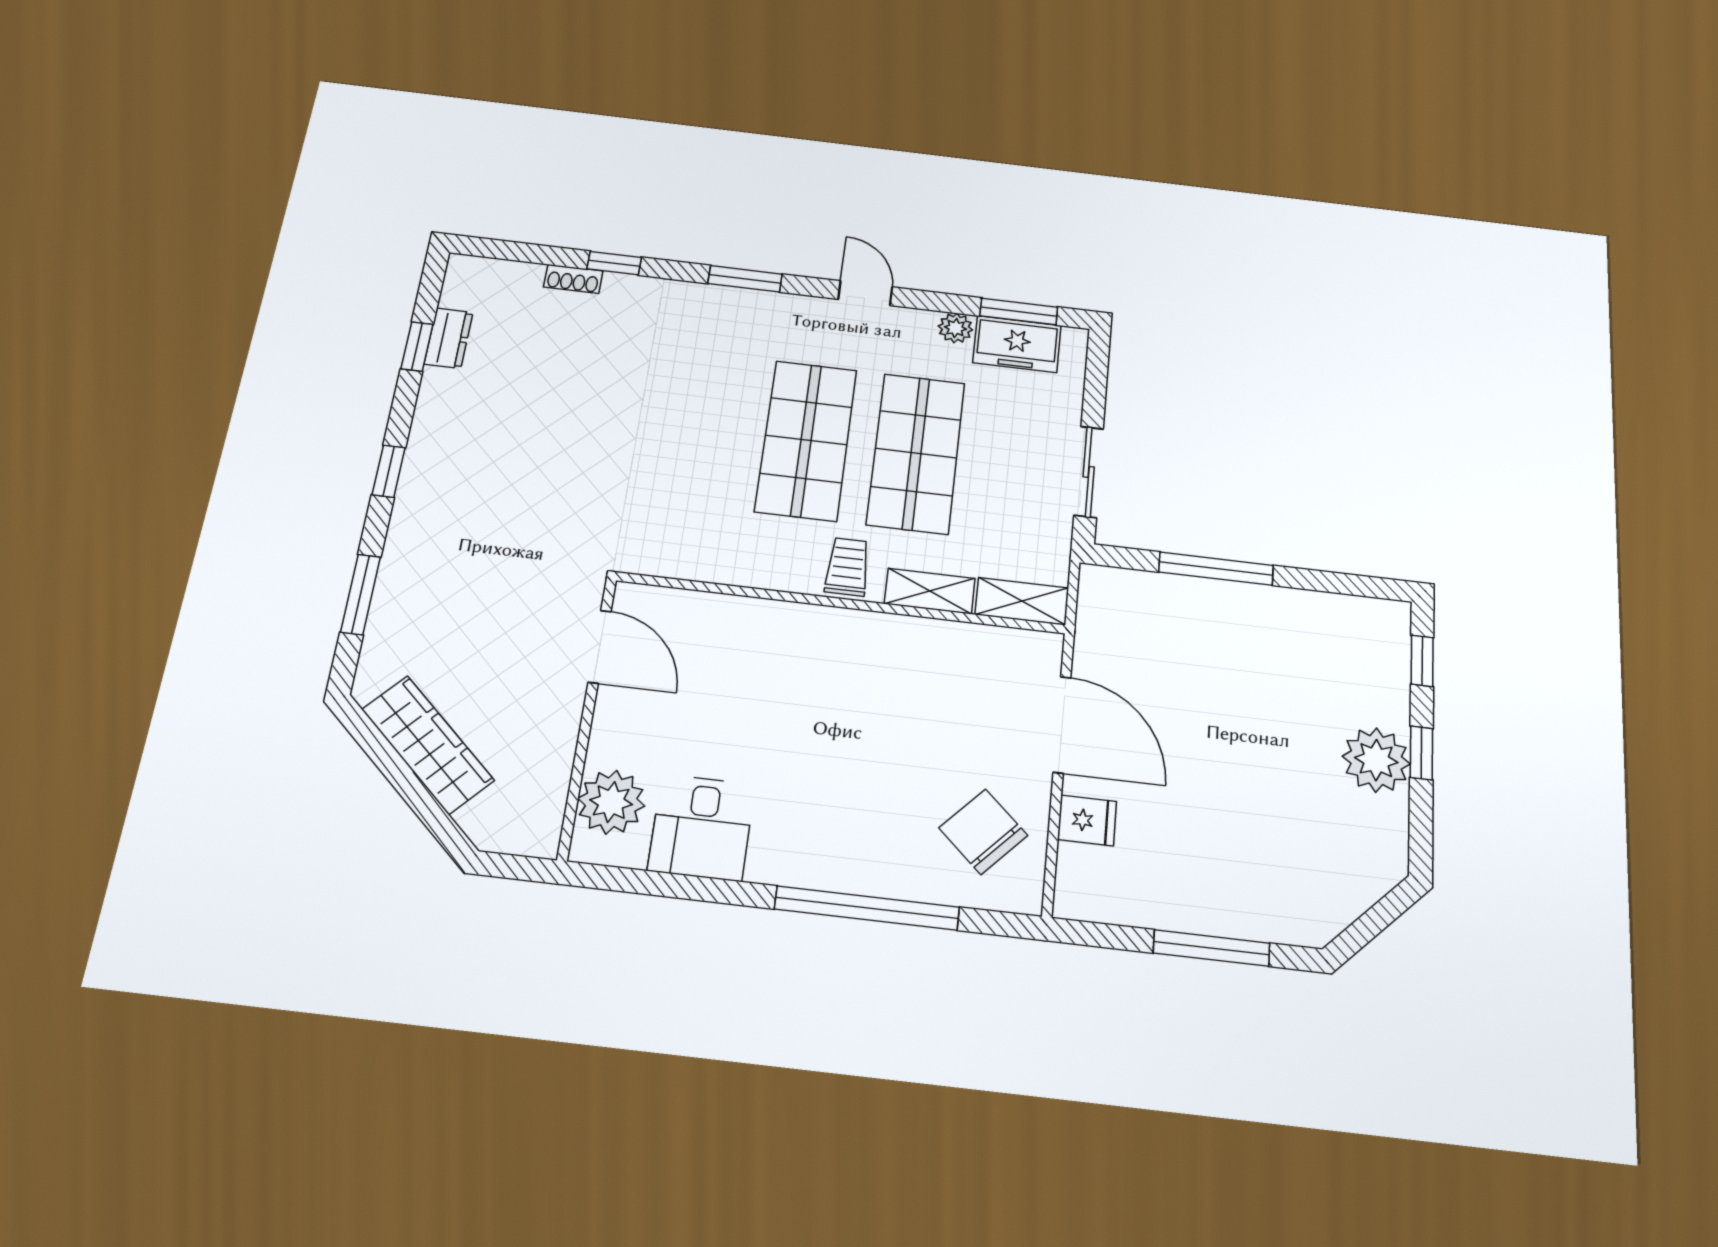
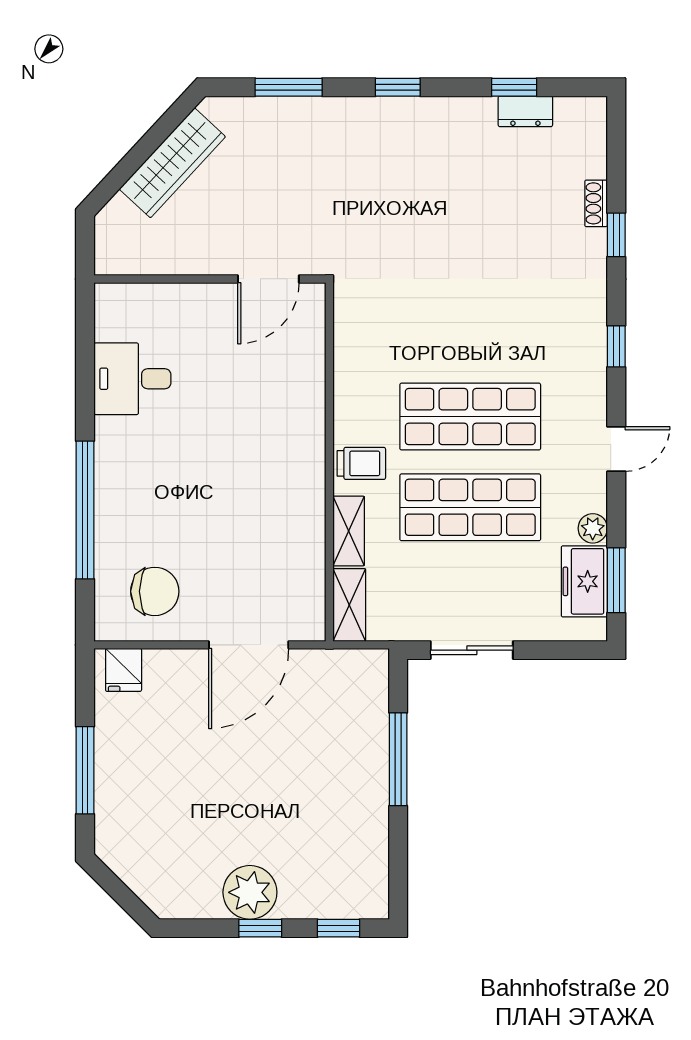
window: (745, 279) -> (616, 346), width x0.67
plant: (611, 802) -> (144, 308), removed
fridge: (1087, 820) -> (124, 670), moved
chair: (983, 832) -> (155, 591), turned 47

